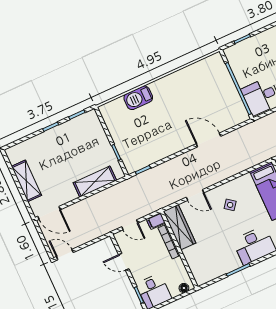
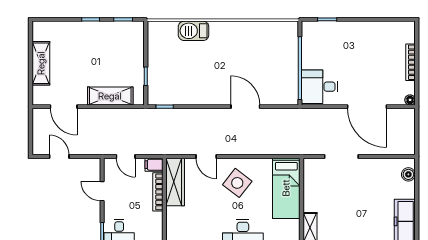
side table: (230, 205) -> (237, 183), width x1.87, depth x1.87
door: (49, 213) -> (64, 107), moved
door: (65, 255) -> (59, 156), moved

